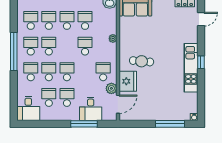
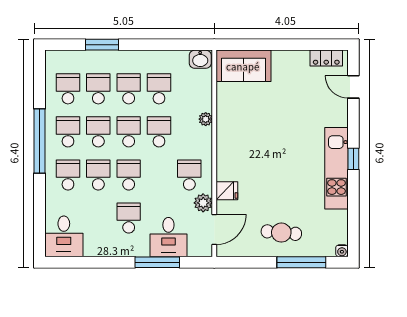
door: (201, 19) -> (353, 87), swing flipped
cafe table: (142, 61) -> (281, 233), moved
fridge: (128, 81) -> (227, 191), width x0.53, depth x0.75
school desk: (49, 97) -> (129, 132), moved

